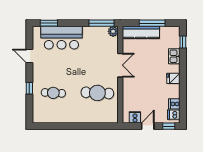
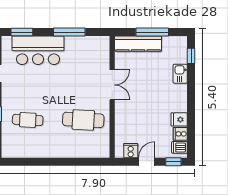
window: (102, 23) -> (69, 32), moved
plant: (113, 31) -> (103, 42), removed
fridge: (173, 78) -> (179, 119), moved

